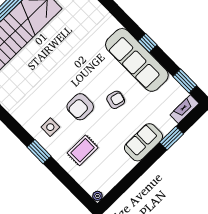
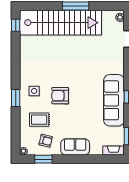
armchair: (116, 100) -> (46, 141), moved
window: (172, 138) -> (43, 159), moved

